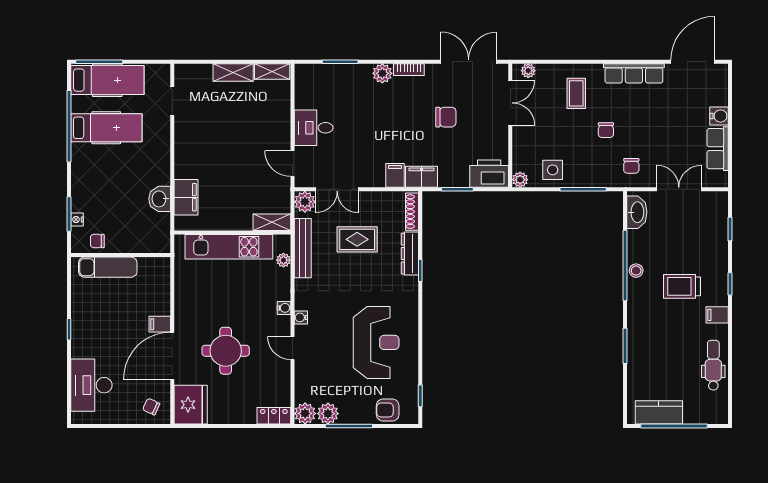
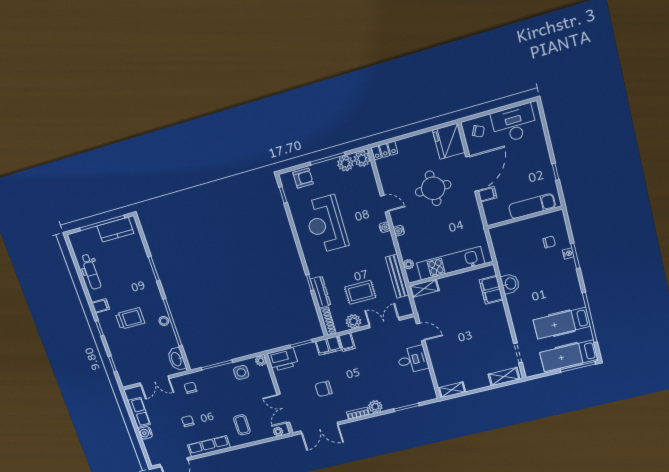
shelving: (233, 73) -> (504, 377), moved
chair: (606, 130) -> (188, 421), moved
plant: (305, 202) -> (353, 321), moved
wall: (121, 255) -> (525, 217), moved
exam couch: (108, 267) -> (532, 206), moved
desk: (91, 385) -> (514, 124), moved, turned -90

